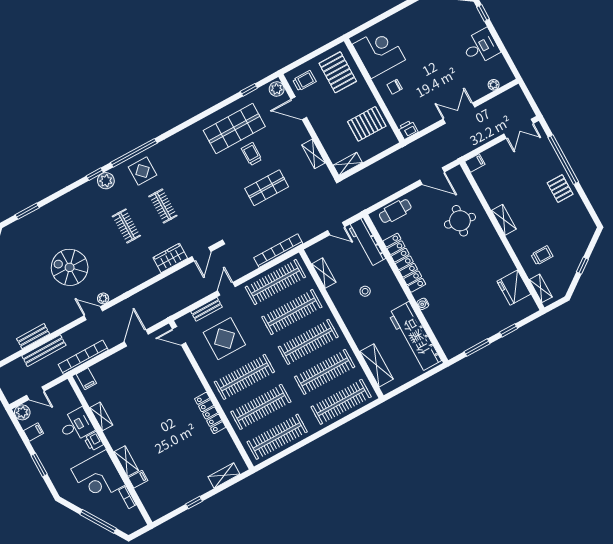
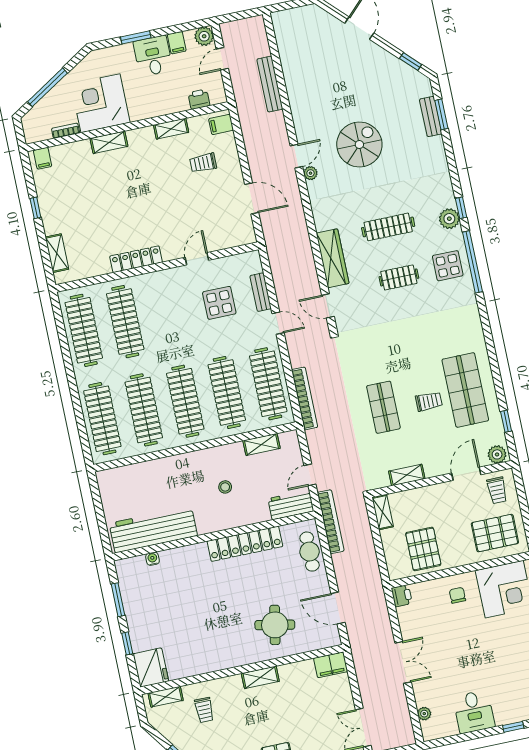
filing cabinet: (475, 163) -> (331, 665), width x2.00
door: (432, 176) -> (338, 608), hinge flipped
clothes rail: (126, 226) -> (388, 227), width x1.36
workbench: (367, 242) -> (291, 505), width x0.73
wardrobe: (170, 258) -> (333, 258), width x1.50
fridge: (514, 288) -> (151, 668), moved, turned 90
water cooler: (423, 304) -> (153, 559), moved
bench: (33, 336) -> (431, 116), moved
door: (179, 336) -> (197, 259), moved
display table: (224, 339) -> (219, 303), width x0.73, depth x0.73
bookcase: (83, 357) -> (331, 522), moved
shelving: (376, 365) -> (133, 474), removed
clothes rail: (244, 377) -> (167, 313), removed
trolley: (120, 384) -> (203, 163), added
desk: (76, 425) -> (153, 56), moved, turned 180
printer: (94, 441) -> (199, 99), moved
filing cabinet: (138, 479) -> (43, 158), moved

